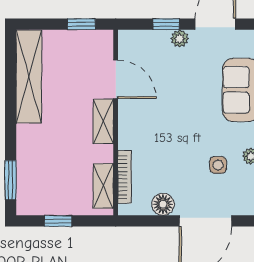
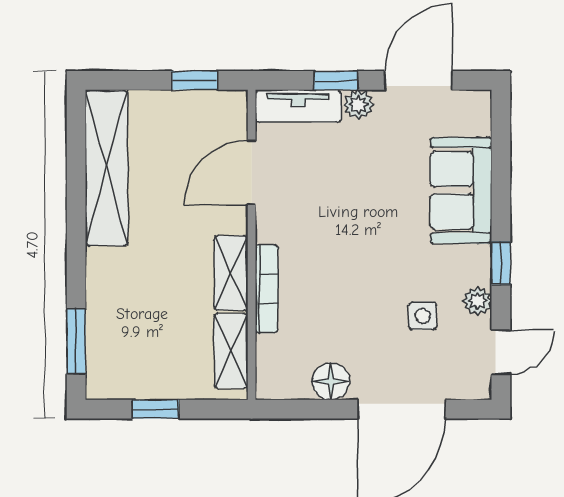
tv unit: (143, 39) -> (298, 106), added
door: (116, 79) -> (252, 173), swing flipped
shelving: (103, 121) -> (231, 273), moved
bookcase: (125, 177) -> (267, 289), moved

